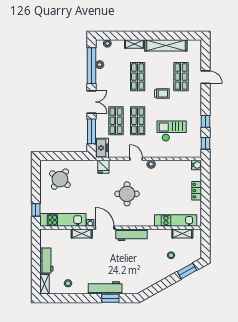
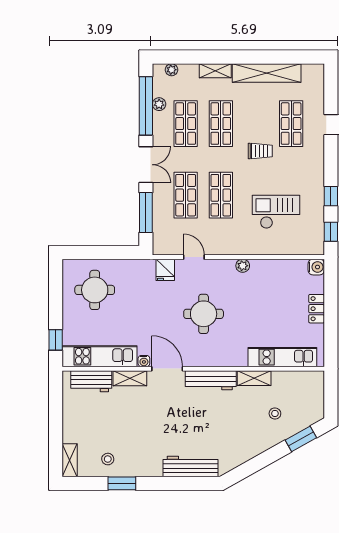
shop shelf: (116, 77) -> (186, 124), added
freezer: (102, 148) -> (163, 239), removed
door: (136, 159) -> (194, 257), moved
round table: (60, 179) -> (95, 290), turned -37
shelving: (182, 233) -> (254, 378), moved
workbench: (46, 260) -> (91, 381), moved, turned 90
workbench: (105, 288) -> (190, 466), moved
window: (110, 298) -> (122, 483), moved

